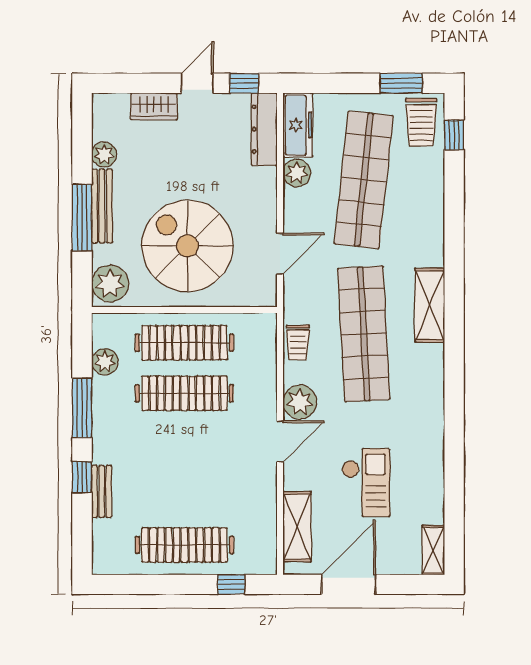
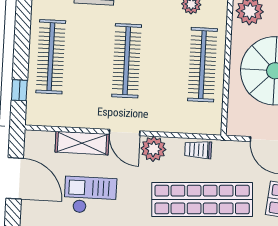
clothes rail: (184, 393) -> (127, 61), moved
checkout: (366, 483) -> (90, 195), turned 180
shelving: (297, 527) -> (82, 143), moved

